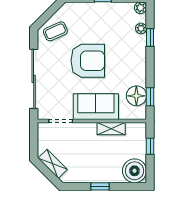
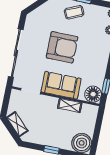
coffee table: (55, 31) -> (74, 12), moved
floor lamp: (136, 96) -> (93, 94), moved
window: (150, 146) -> (98, 126), removed

